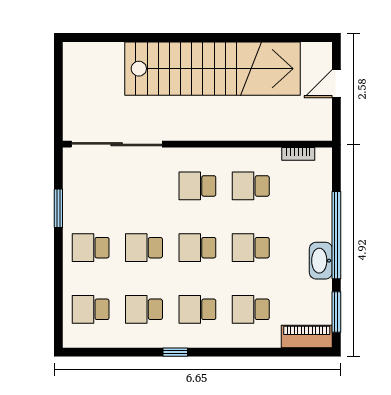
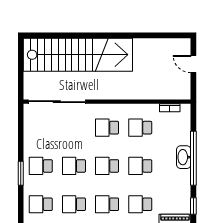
stairs: (212, 69) -> (78, 55), moved
door: (336, 84) -> (193, 64), hinge flipped
window: (58, 208) -> (21, 173), moved
washbasin: (321, 261) -> (184, 157), moved
window: (336, 312) -> (193, 206), width x0.67

